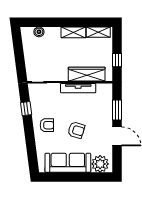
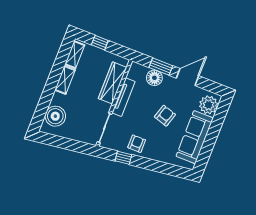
boiler: (39, 32) -> (55, 116), width x1.86, depth x1.86
window: (117, 60) -> (100, 43), moved
floor lamp: (105, 108) -> (154, 78), added
armchair: (47, 125) -> (137, 144), moved

